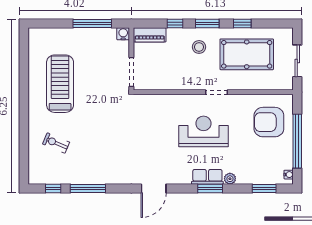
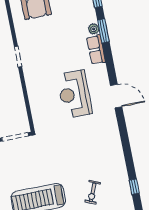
reception desk: (203, 131) -> (75, 94), moved
window: (88, 189) -> (128, 155), removed
window: (210, 189) -> (103, 31), moved

